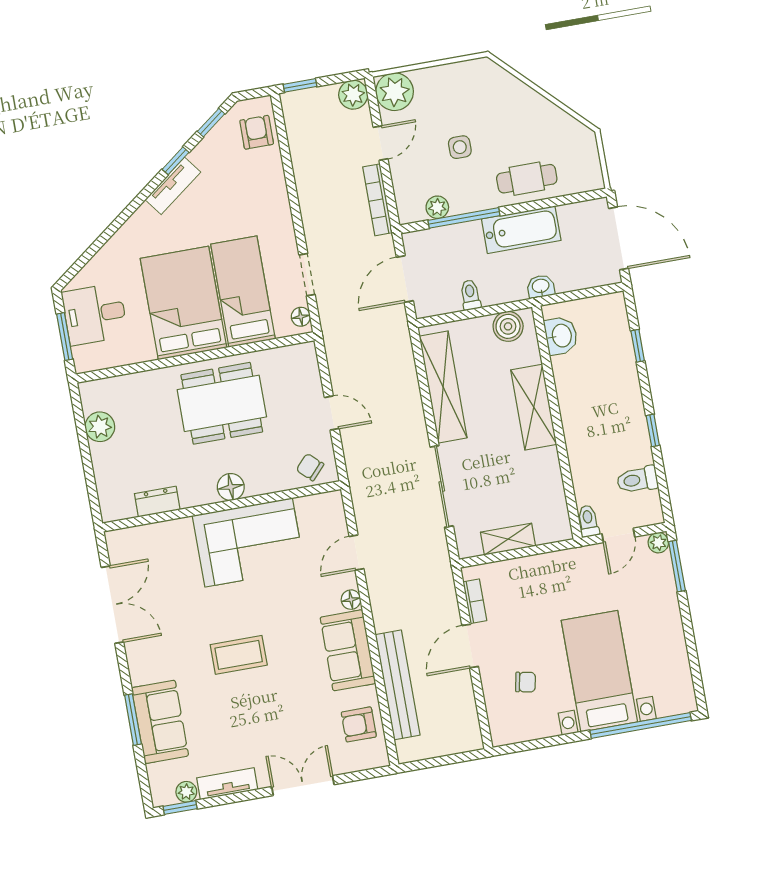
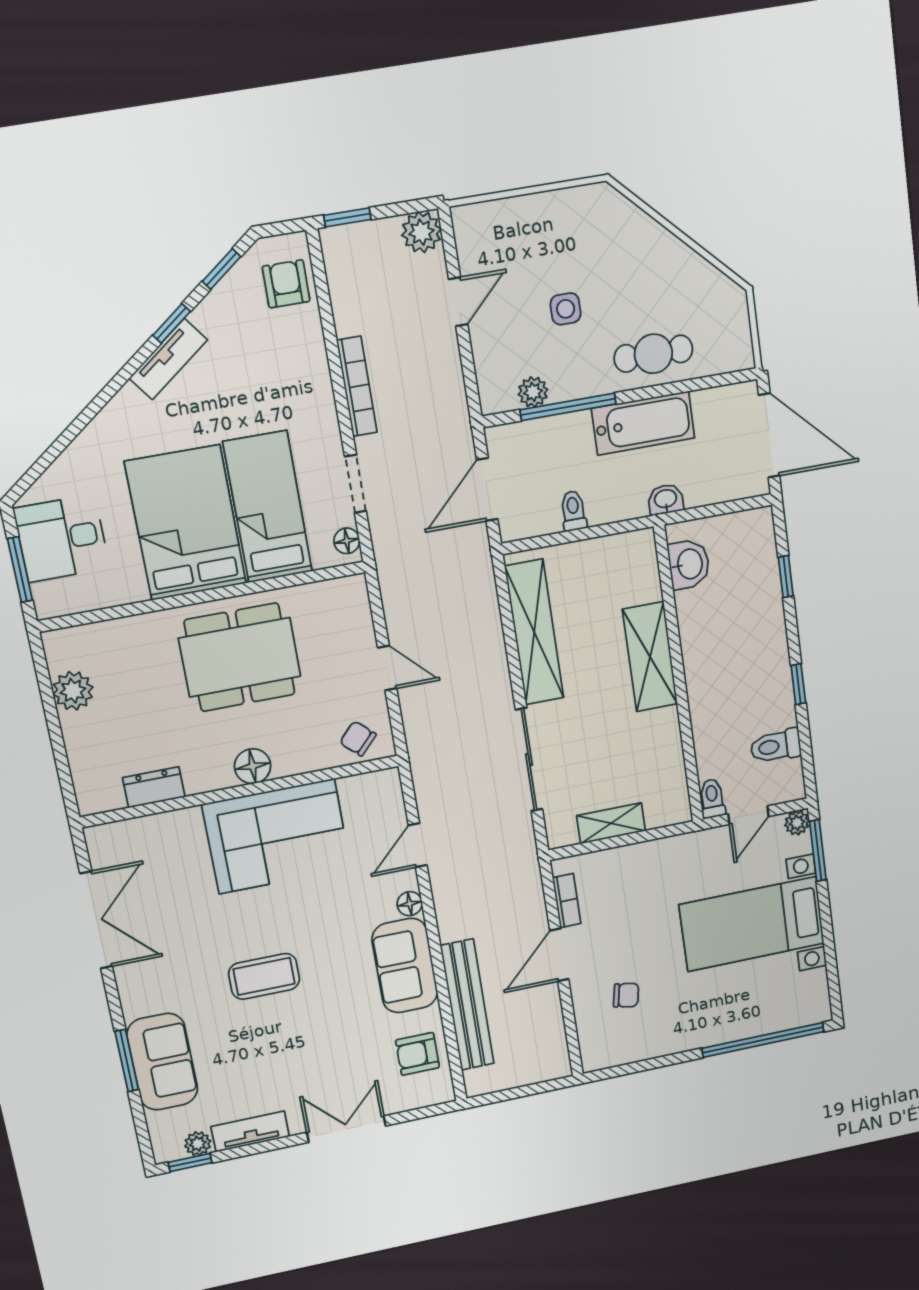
plant: (395, 92) -> (479, 229), removed
bookcase: (378, 200) -> (357, 386), moved, turned 180
boiler: (508, 326) -> (621, 552), removed
bed with nightstands: (599, 671) -> (752, 924), moved, turned -90

